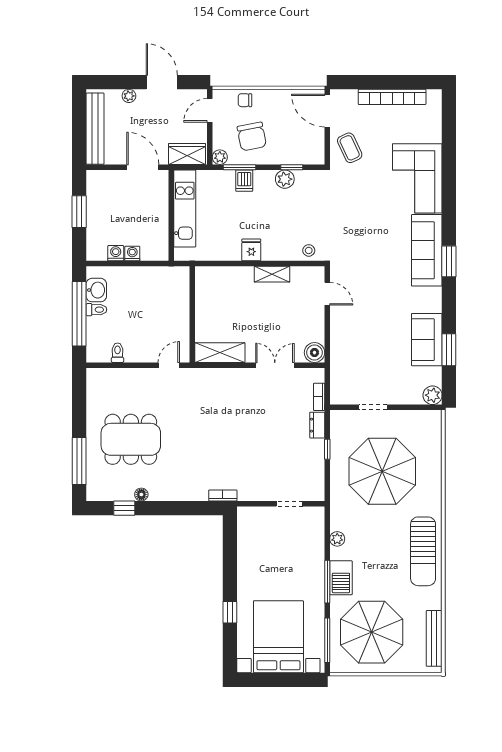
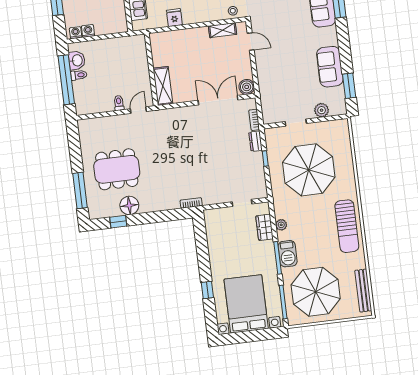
fridge: (251, 250) -> (174, 18), moved
washing machine: (132, 254) -> (76, 33), moved
shelving: (272, 274) -> (223, 30), moved
window: (449, 350) -> (349, 86), moved
toilet: (118, 353) -> (119, 103), moved
shelving: (220, 353) -> (163, 86), moved, turned 90
double door: (275, 365) -> (218, 100), width x1.37
plant: (433, 395) -> (322, 110), moved
floor lamp: (141, 495) -> (129, 205), width x1.89, depth x1.89
wardrobe: (315, 539) -> (264, 227), added

